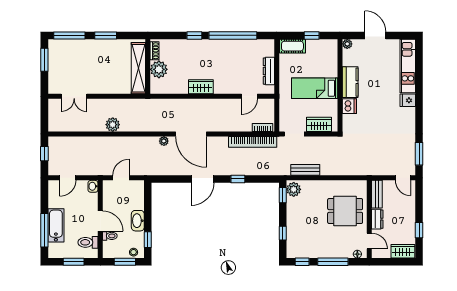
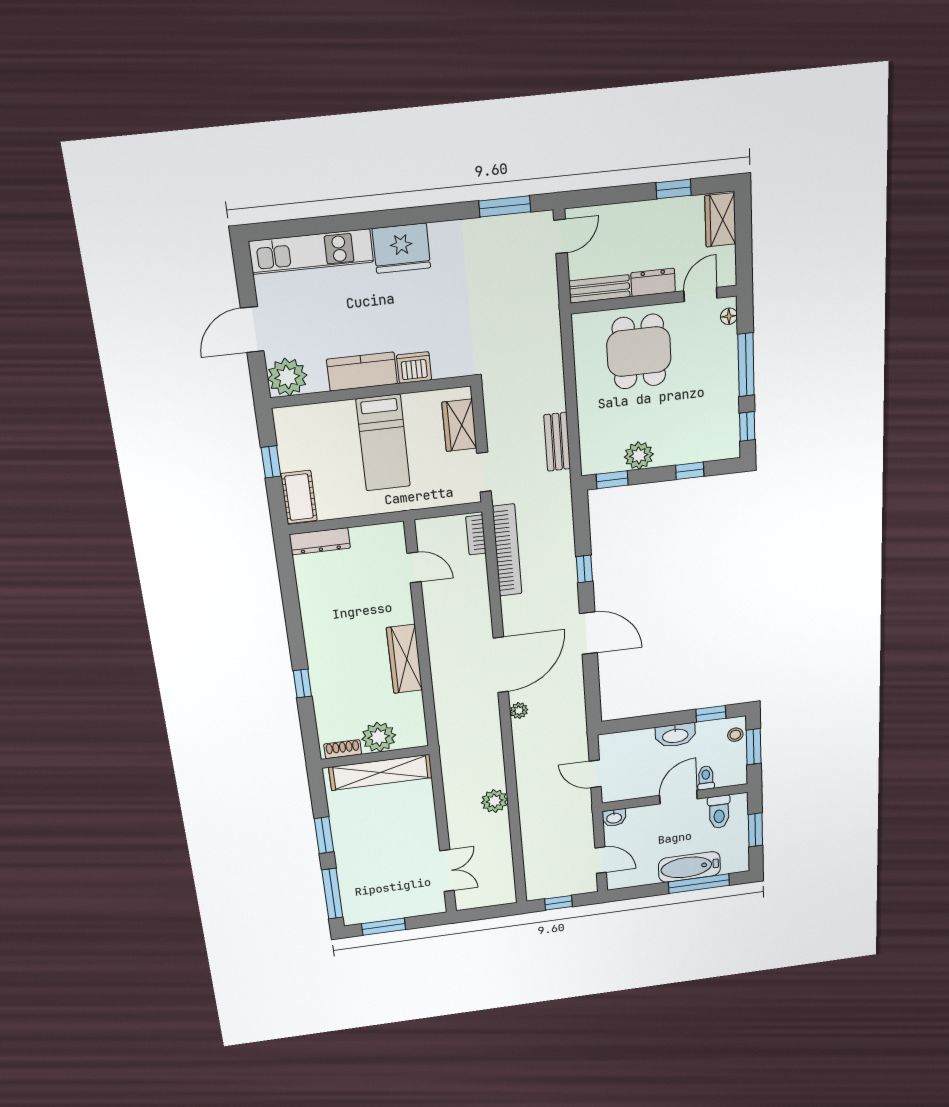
window: (233, 35) -> (292, 613), removed
plant: (347, 44) -> (287, 377), width x1.88, depth x1.88
dresser: (269, 71) -> (320, 541), moved
wardrobe: (201, 87) -> (405, 659), width x1.50
fridge: (408, 100) -> (401, 248), width x1.88, depth x1.34
plant: (294, 189) -> (639, 456), moved

